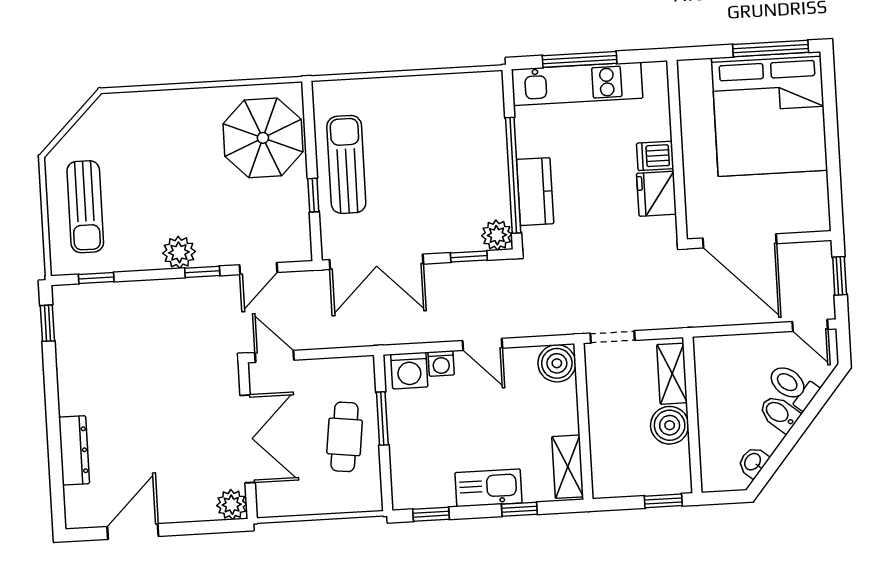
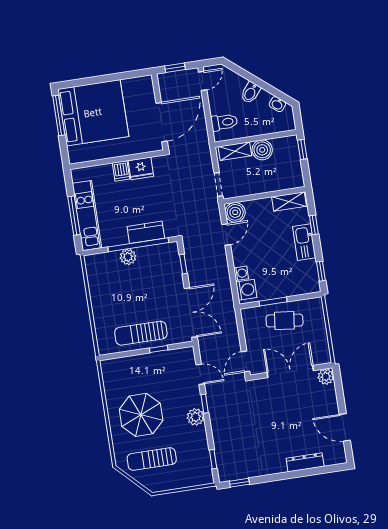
parasol: (263, 138) -> (141, 415), moved
sun lounger: (85, 207) -> (152, 459), moved, turned 180
plant: (497, 235) -> (128, 257), moved
door: (482, 344) -> (226, 235), moved
toilet: (793, 386) -> (224, 122), moved, turned -129

